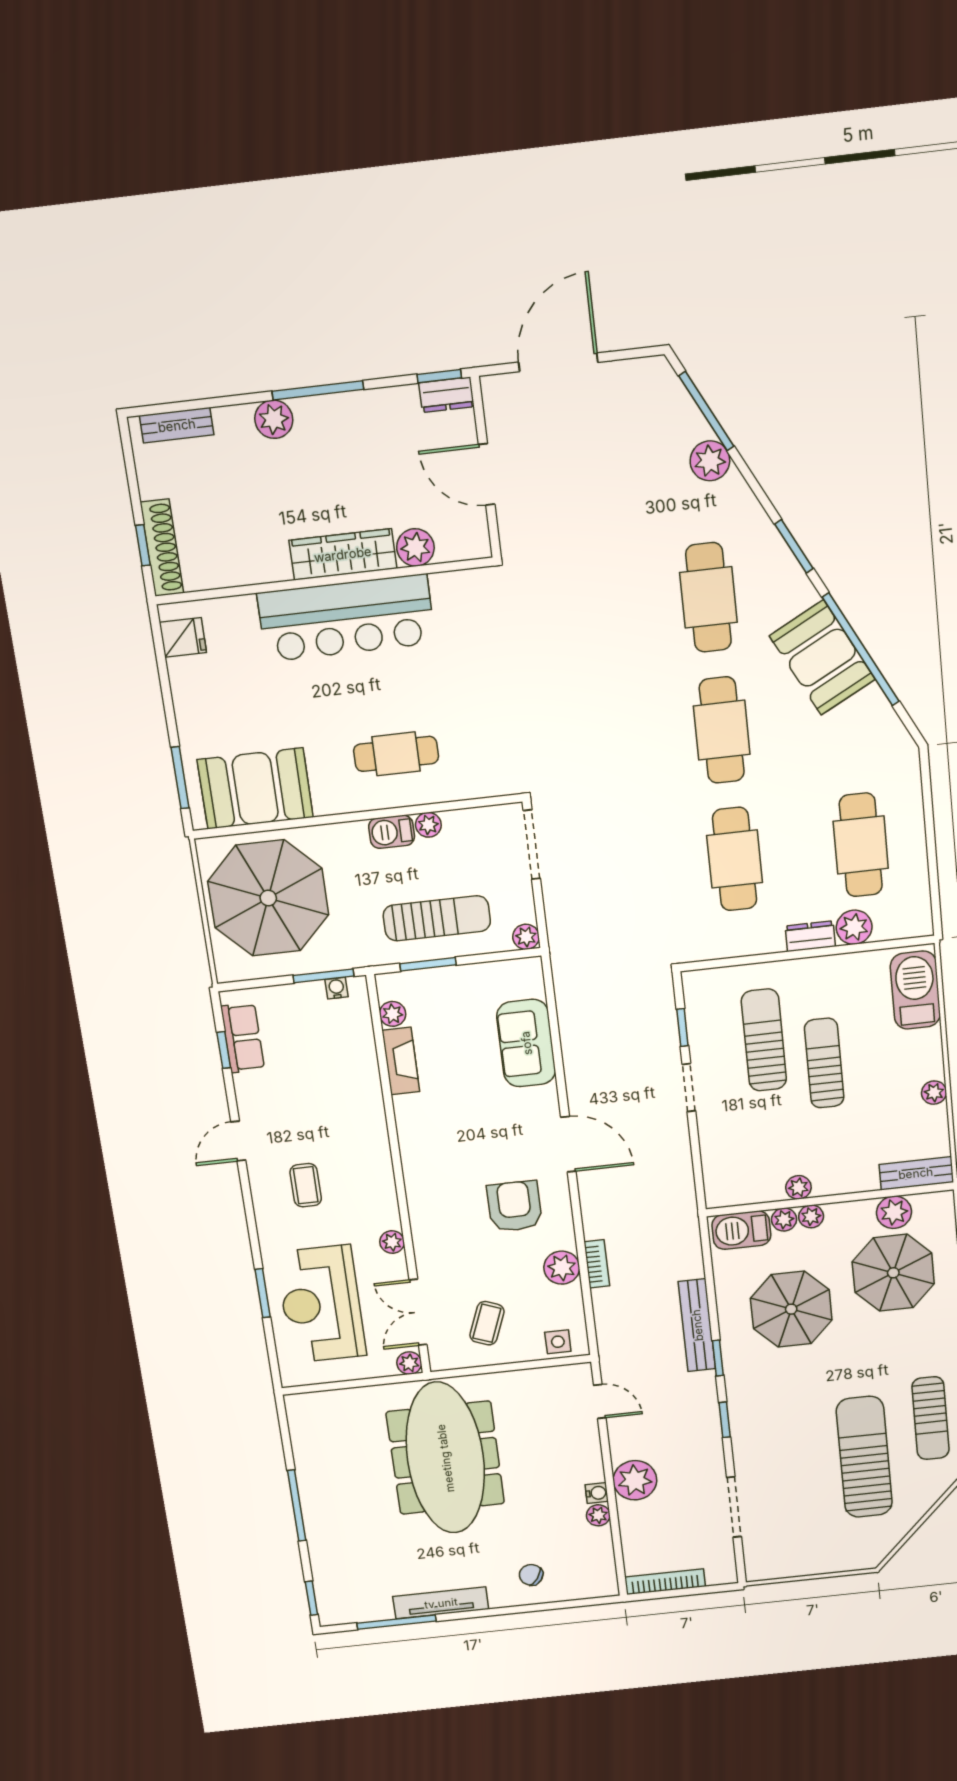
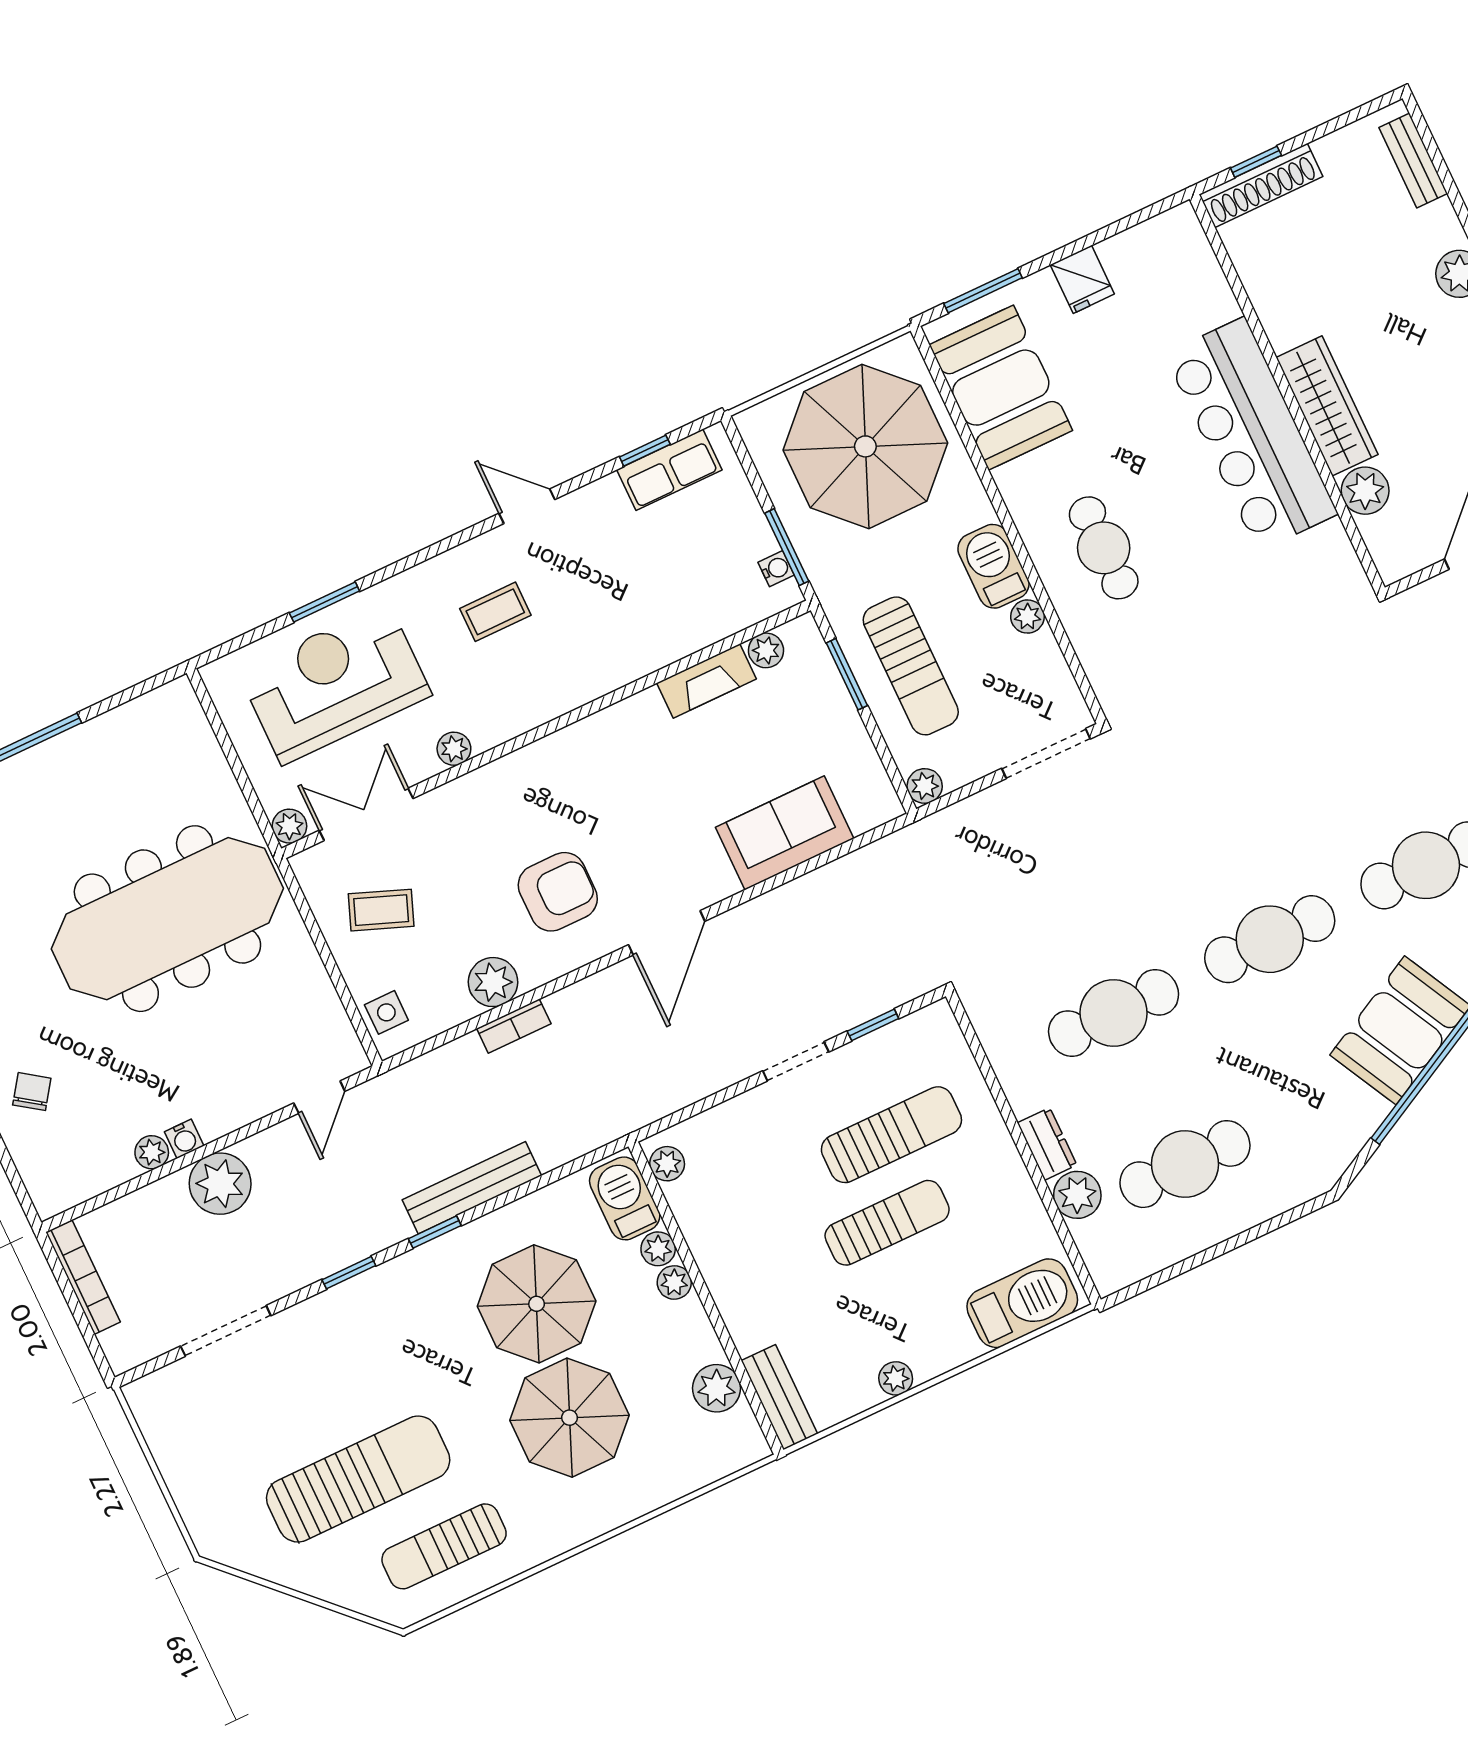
fridge: (183, 637) -> (1082, 279), moved
barbecue: (392, 832) -> (993, 566), width x1.38, depth x1.27
plant: (798, 1187) -> (667, 1164), moved
parasol: (893, 1273) -> (570, 1418), moved

